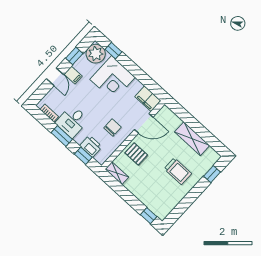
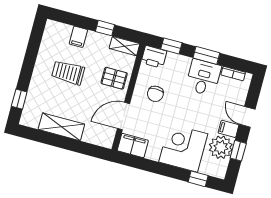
plant: (96, 54) -> (221, 147), moved
printer: (91, 146) -> (154, 57), moved
trolley: (178, 171) -> (68, 73), moved
filing cabinet: (147, 197) -> (78, 37), added
window: (149, 216) -> (105, 28), moved

